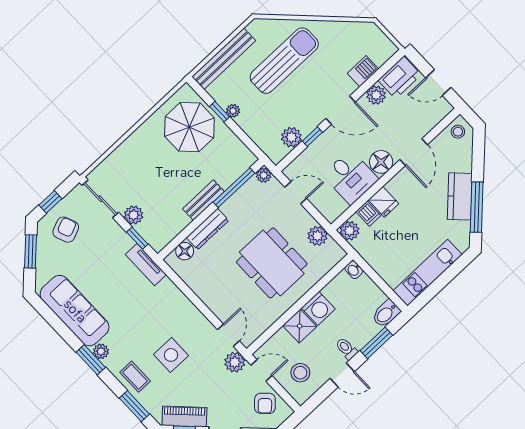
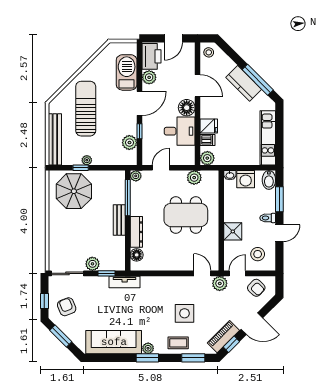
barbecue: (363, 71) -> (127, 72), width x1.88, depth x1.53
washing machine: (318, 308) -> (246, 179), moved, turned 90

